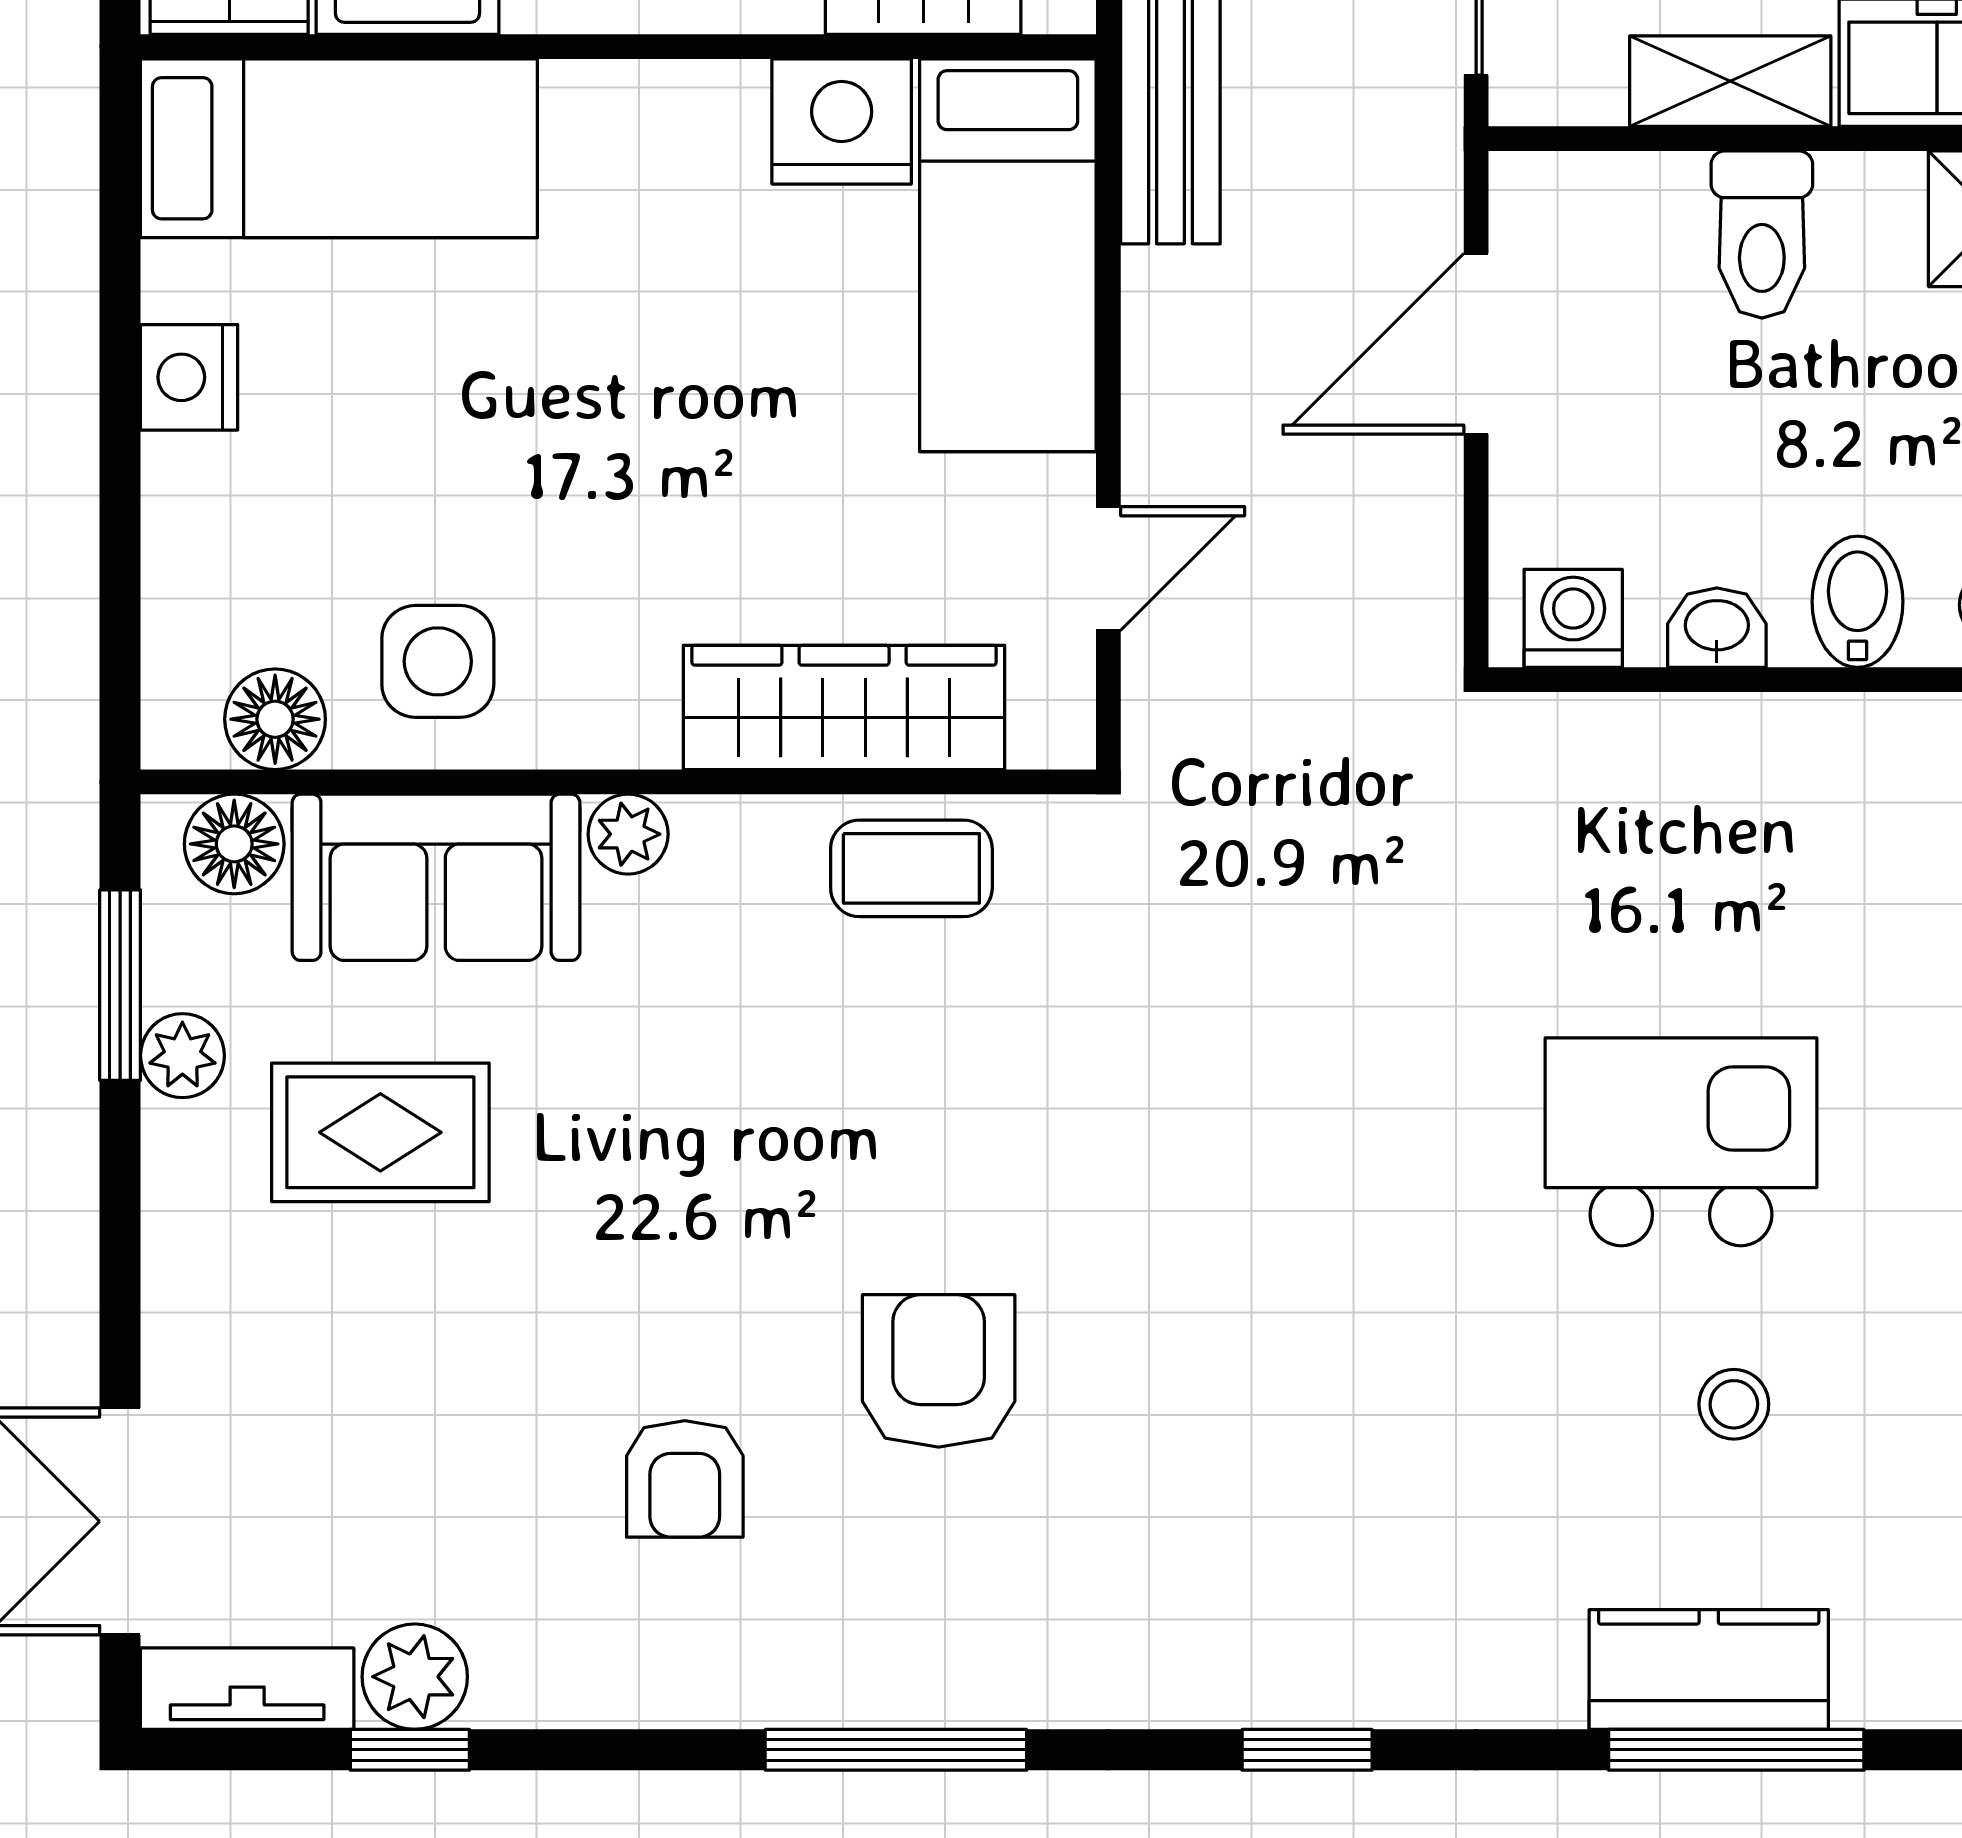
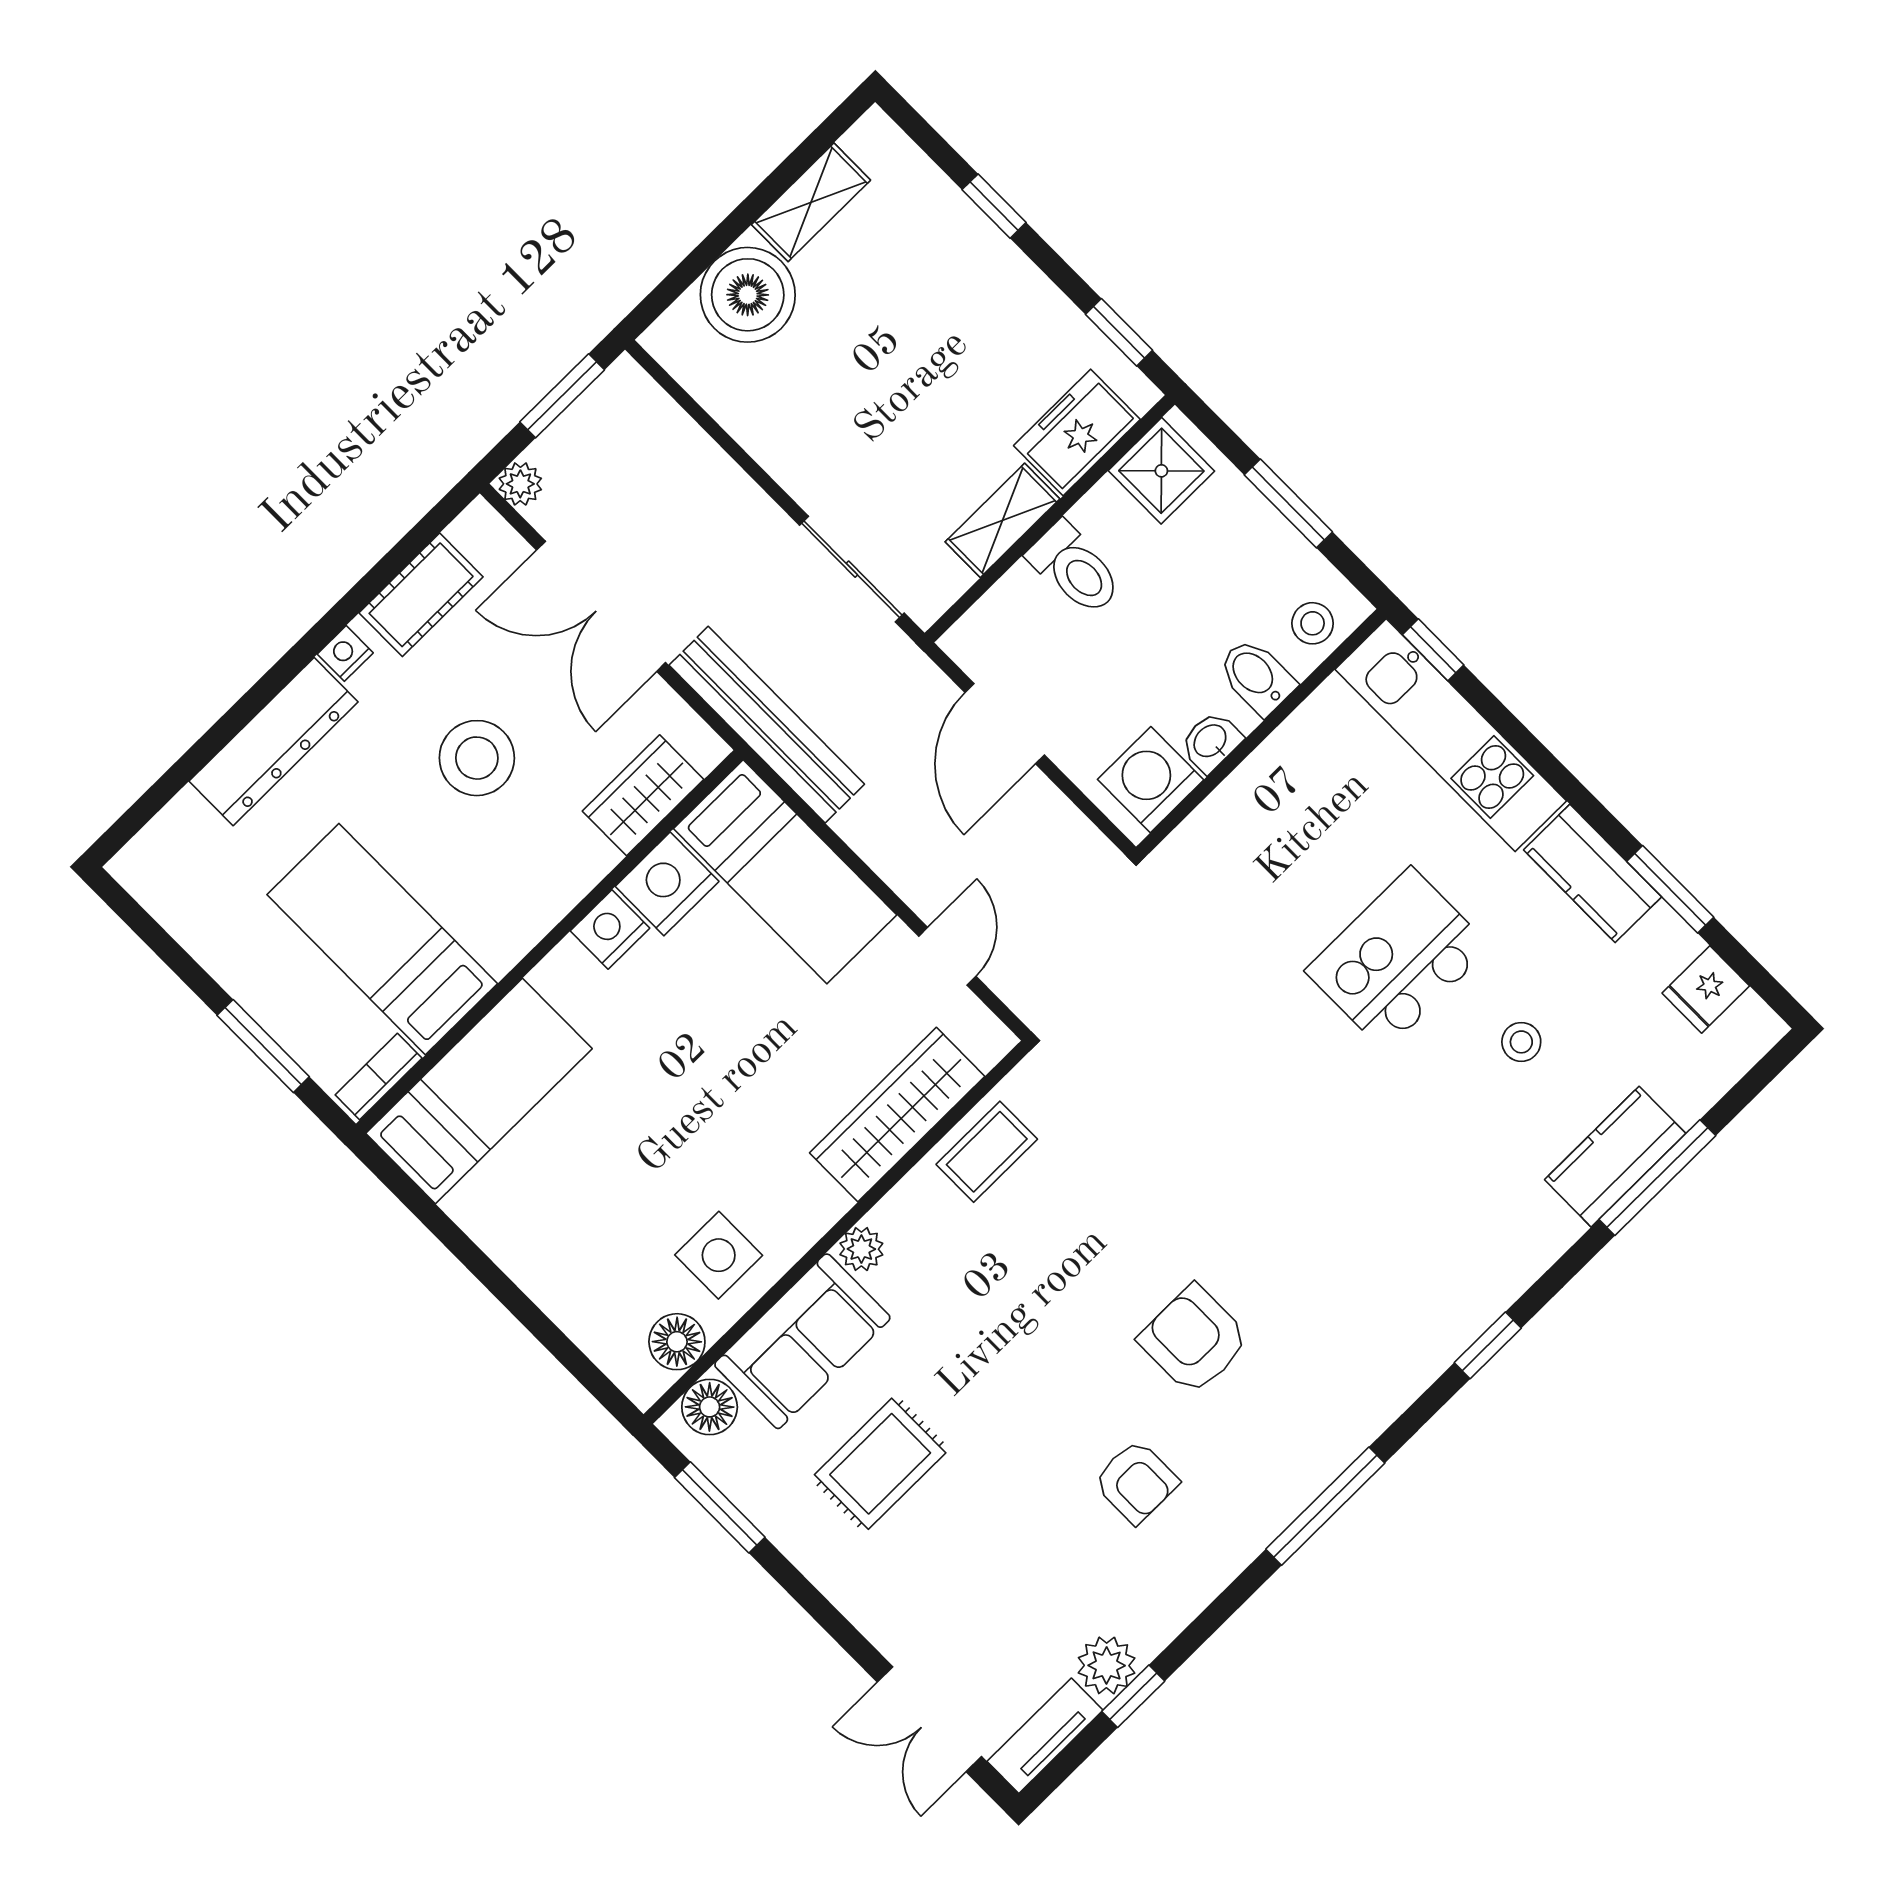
nightstand: (189, 377) -> (610, 930), moved, turned 90
washing machine: (1573, 618) -> (1151, 780), width x1.38, depth x1.38
plant: (182, 1056) -> (772, 1511), removed

